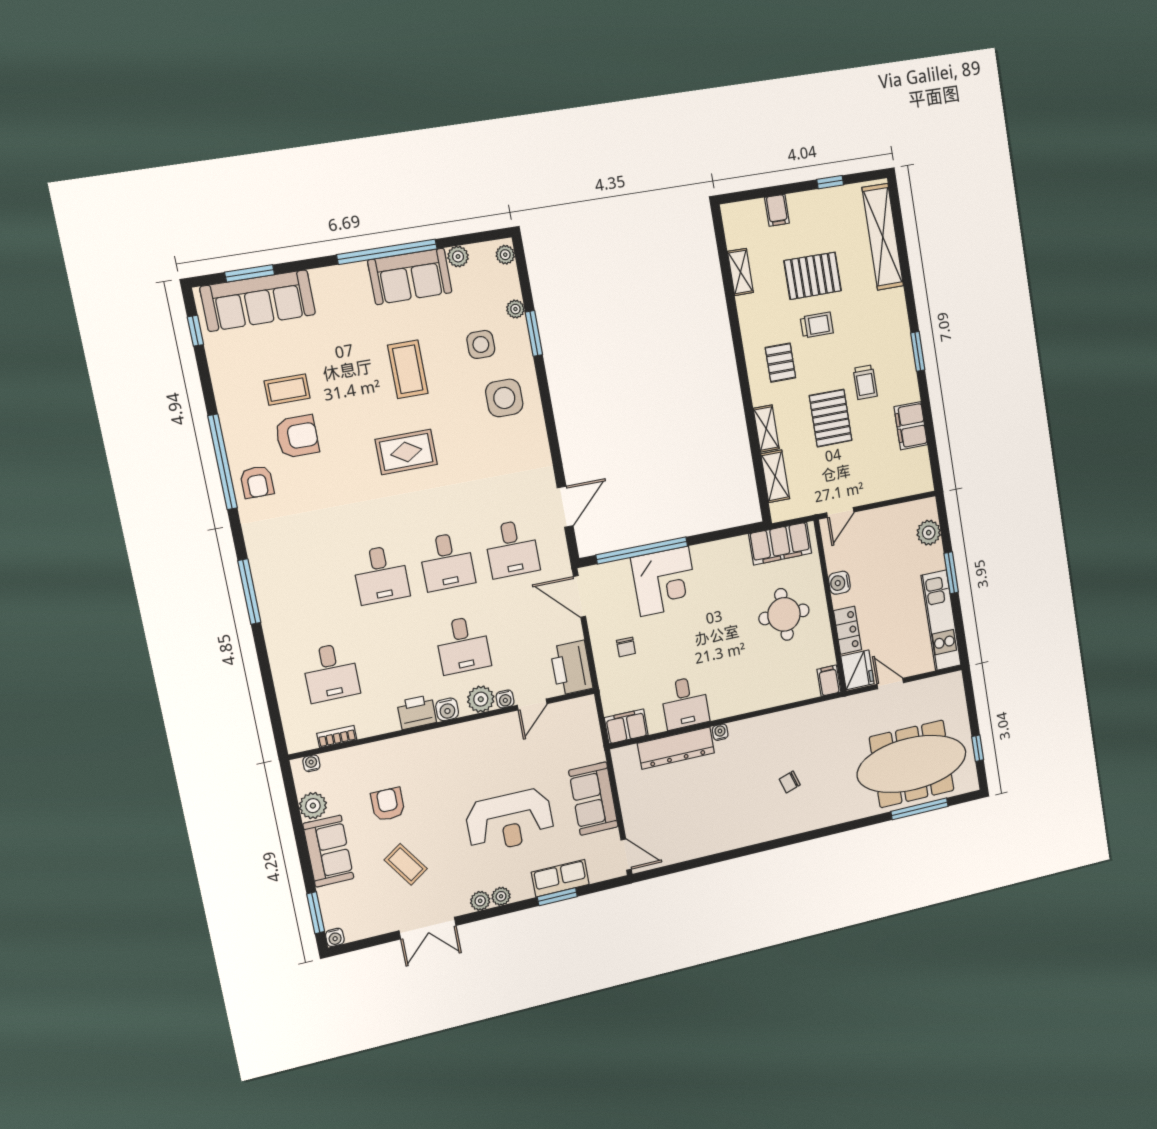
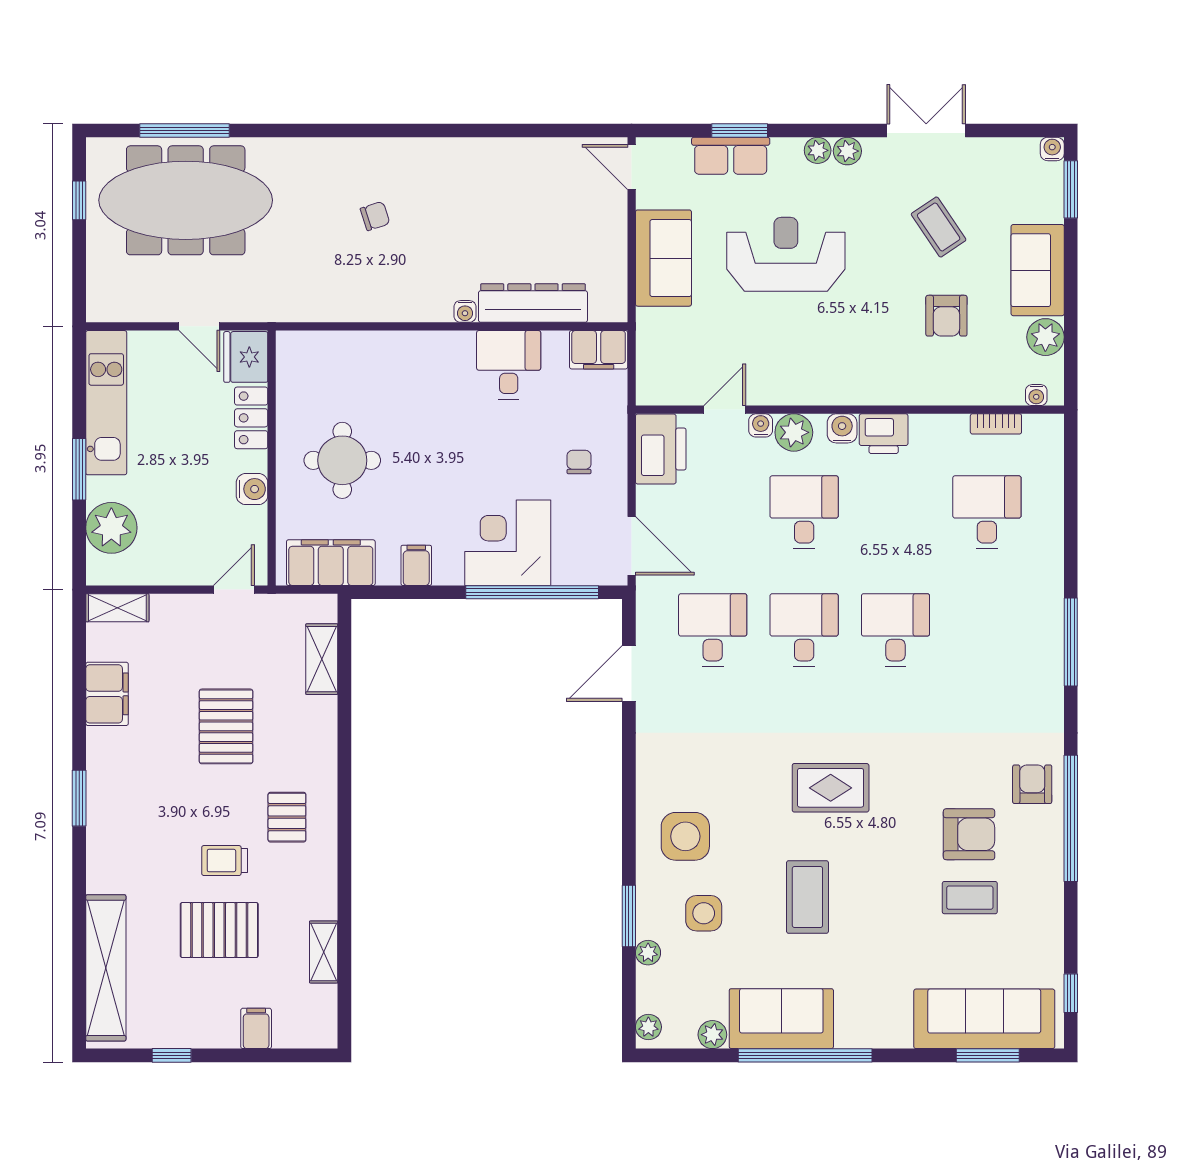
trolley: (865, 382) -> (166, 768), removed
shelving: (766, 429) -> (117, 608), moved, turned 90
armchair: (297, 436) -> (969, 834), turned 180
plant: (929, 533) -> (111, 528), width x1.36, depth x1.36
filing cabinet: (829, 681) -> (416, 565), moved, turned 180

